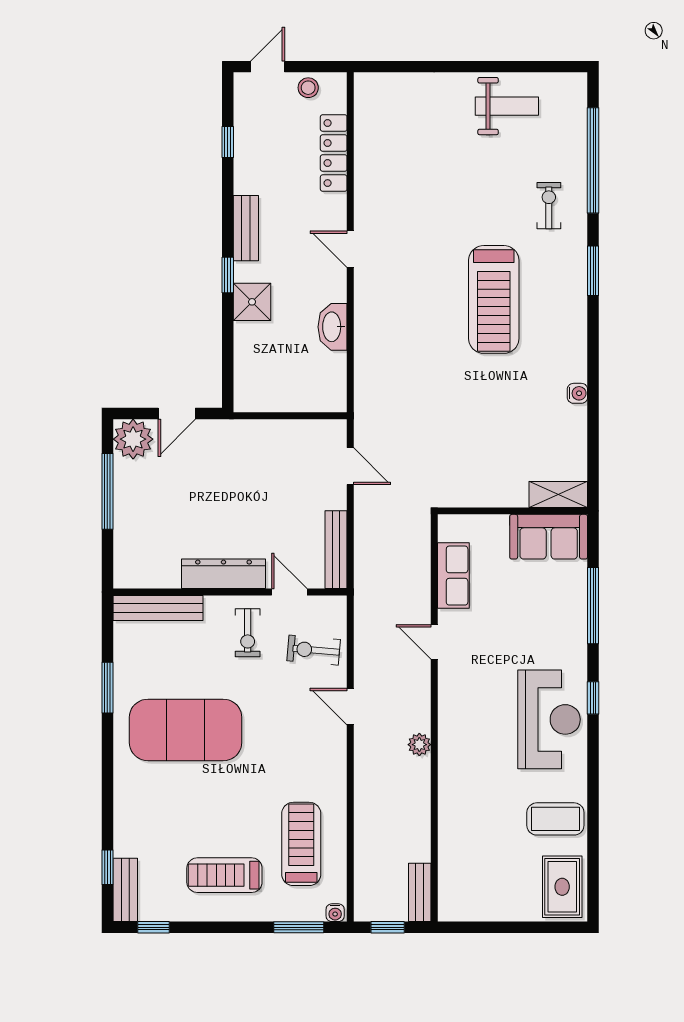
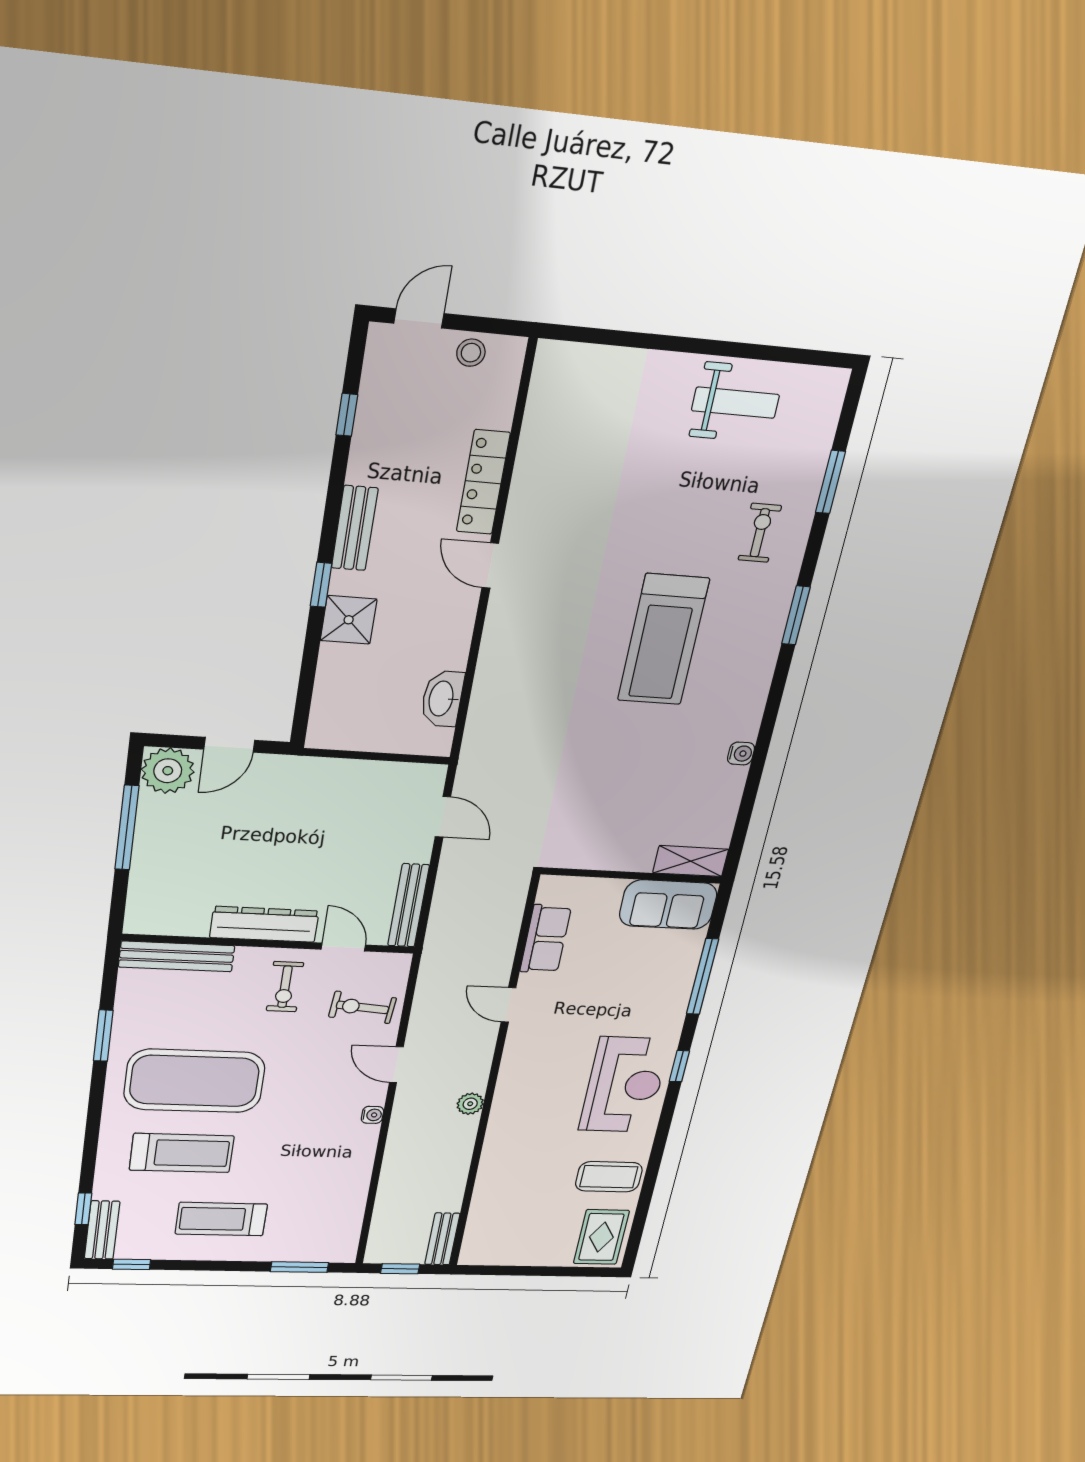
locker: (334, 153) -> (483, 482), moved
window: (593, 160) -> (830, 482), width x0.47
washbasin: (333, 327) -> (442, 699), moved
treadmill: (301, 844) -> (182, 1153), moved, turned 90
water cooler: (335, 913) -> (372, 1115), moved, turned -90

